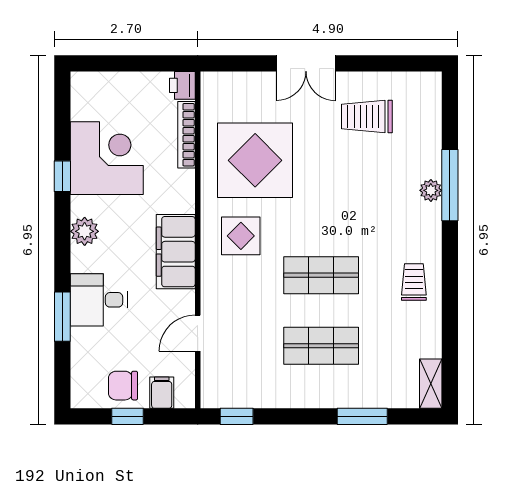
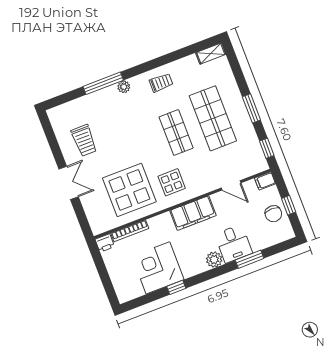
plant: (431, 190) -> (124, 87), moved
plant: (85, 231) -> (214, 260), moved
trolley: (414, 282) -> (161, 83), turned 180
shop shelf: (321, 346) -> (213, 118), width x1.43, depth x1.36
filing cabinet: (162, 393) -> (265, 181), moved
window: (362, 416) -> (251, 108), moved

